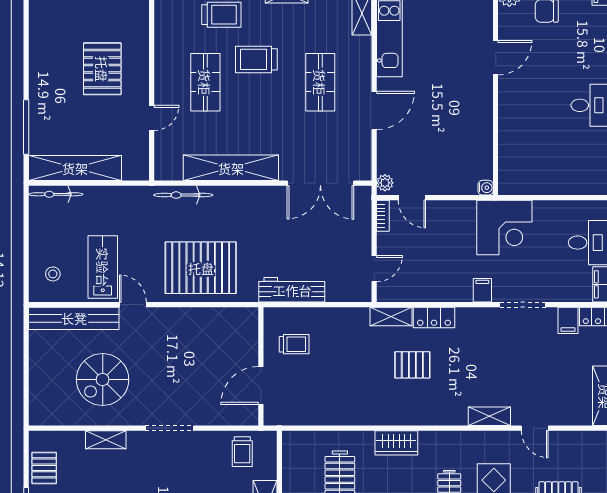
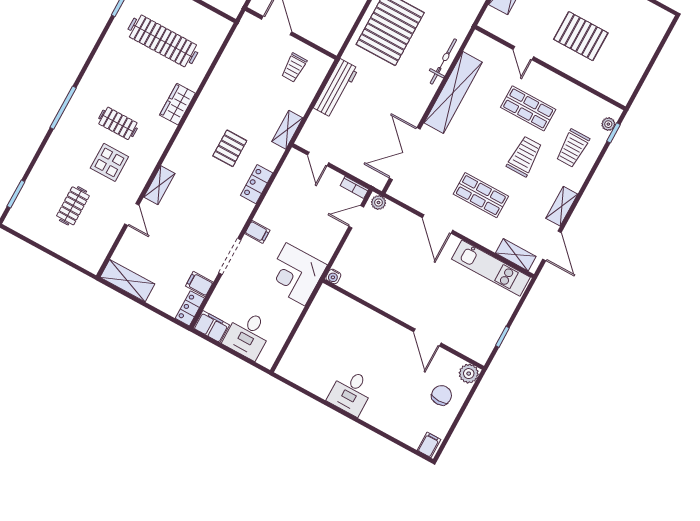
bicycle: (183, 195) -> (443, 61), moved
shelving: (391, 316) -> (287, 130), moved
door: (535, 428) -> (132, 215), swing flipped

